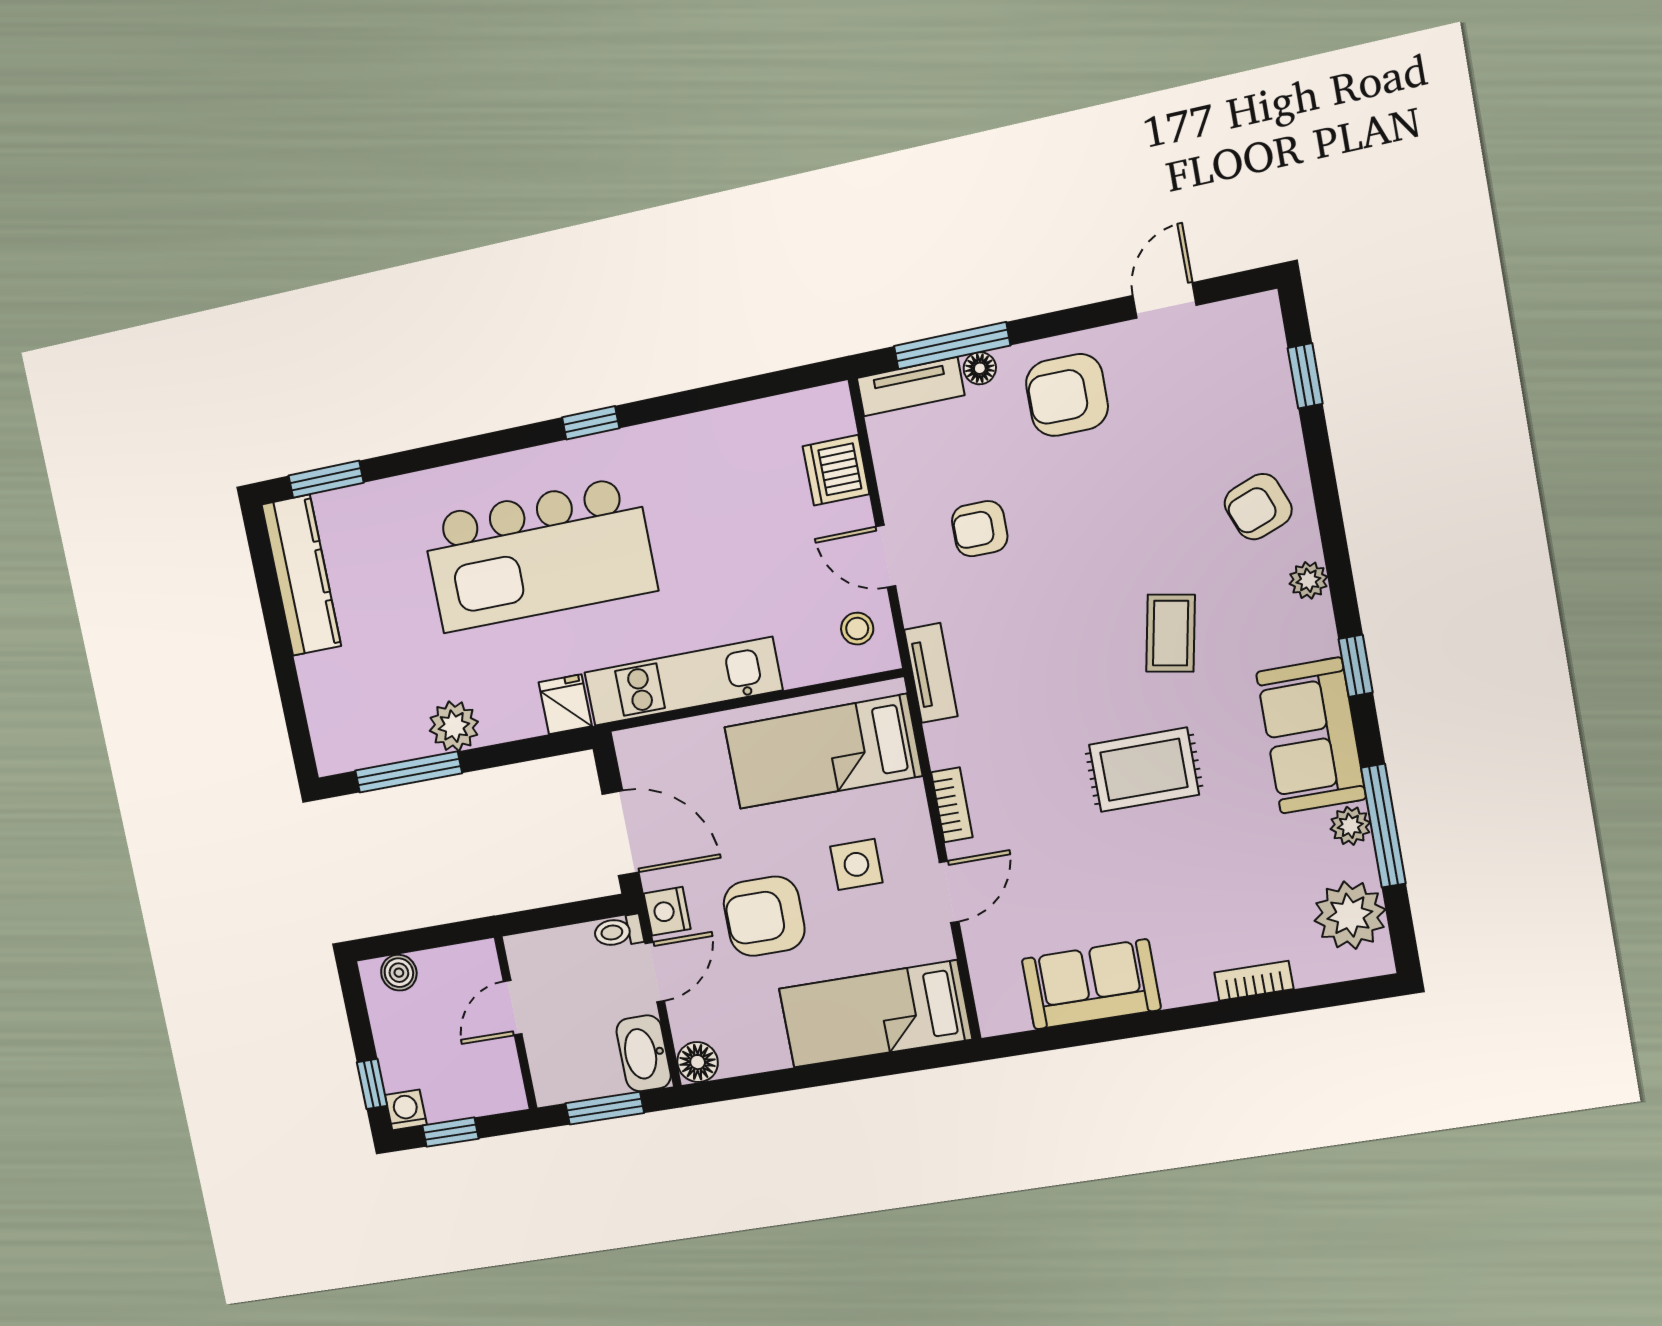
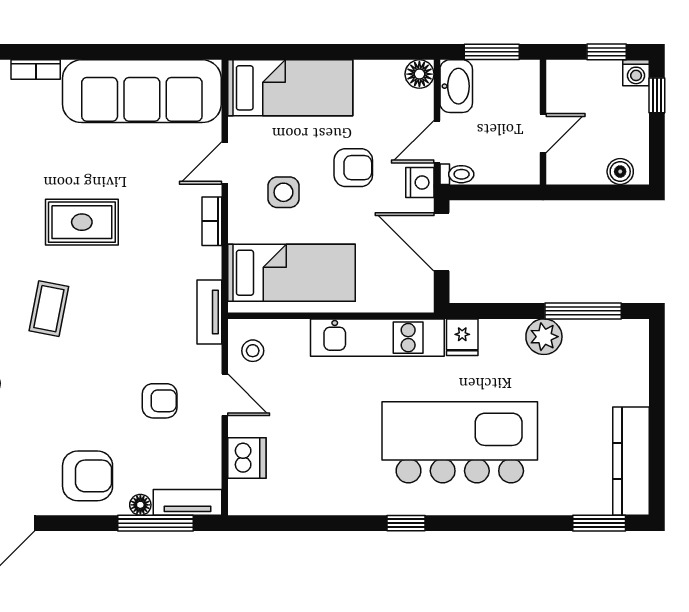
armchair: (764, 916) -> (353, 168), width x0.72, depth x0.72
sofa: (1091, 984) -> (142, 91), width x1.85, depth x1.27

